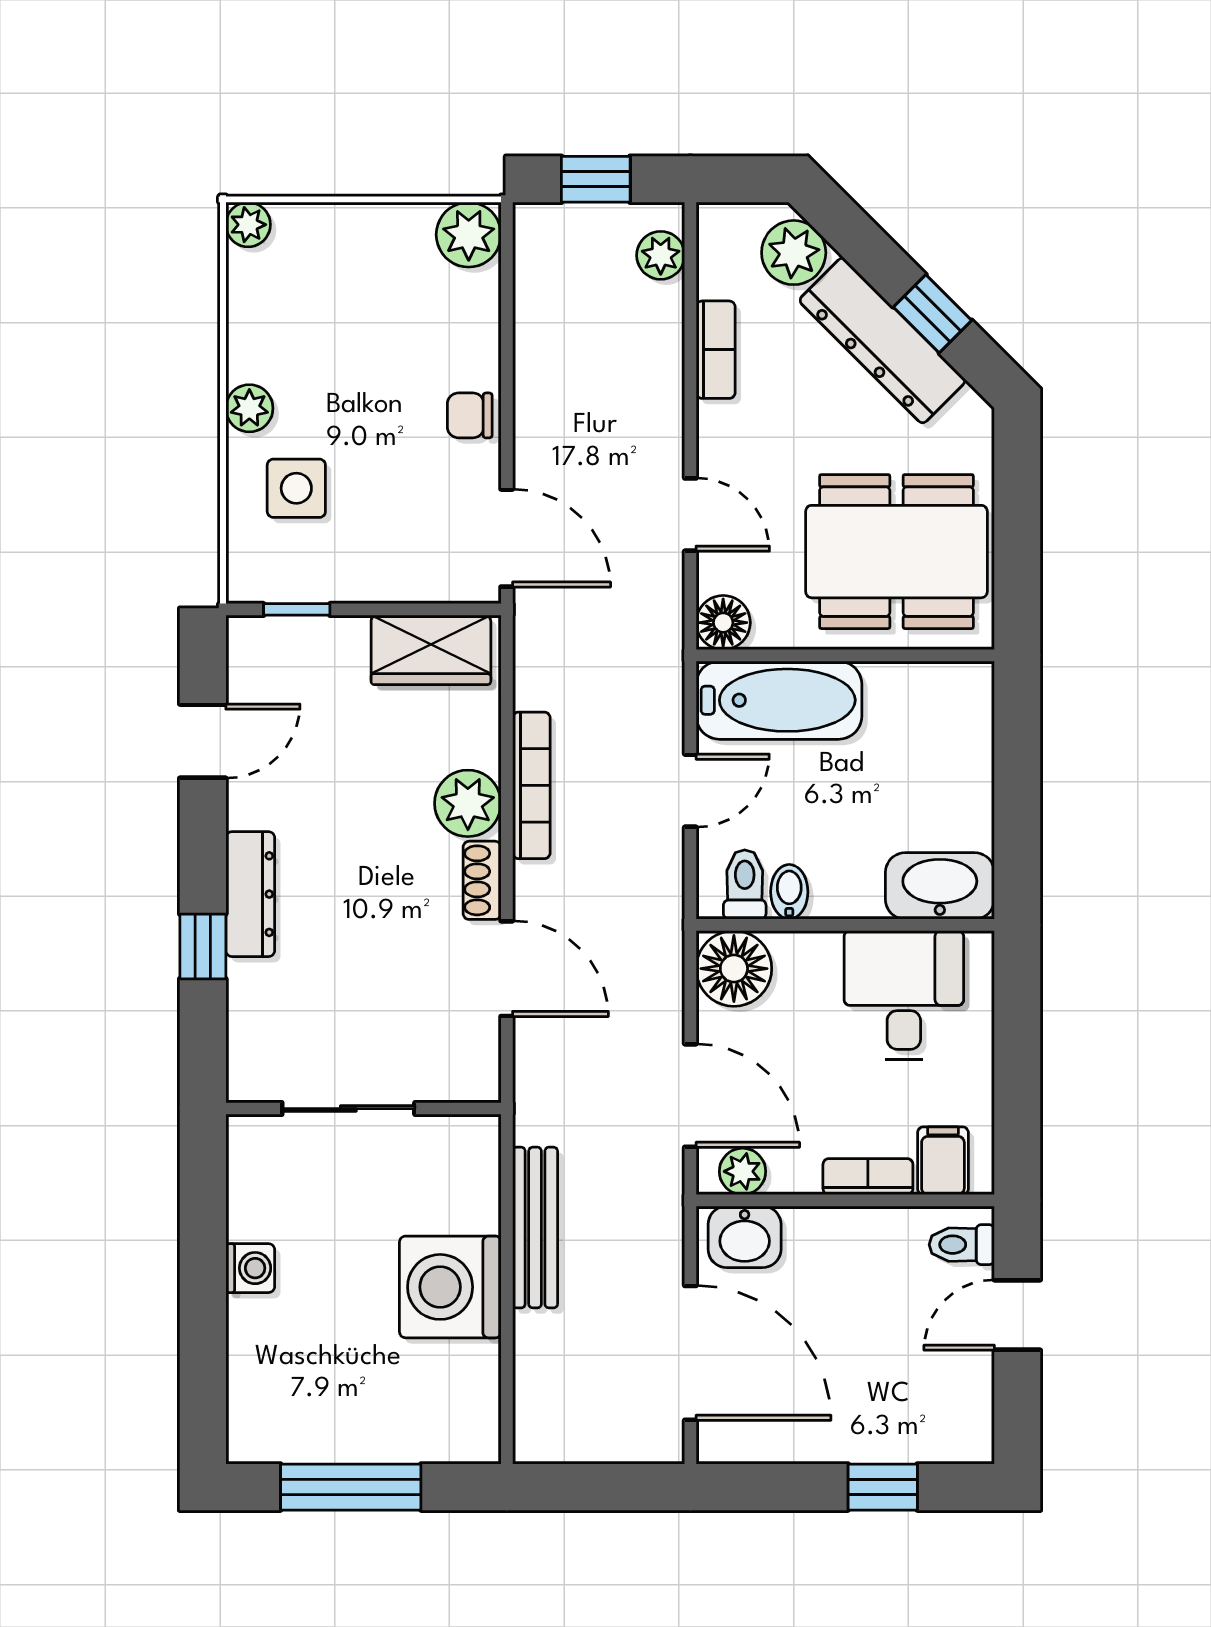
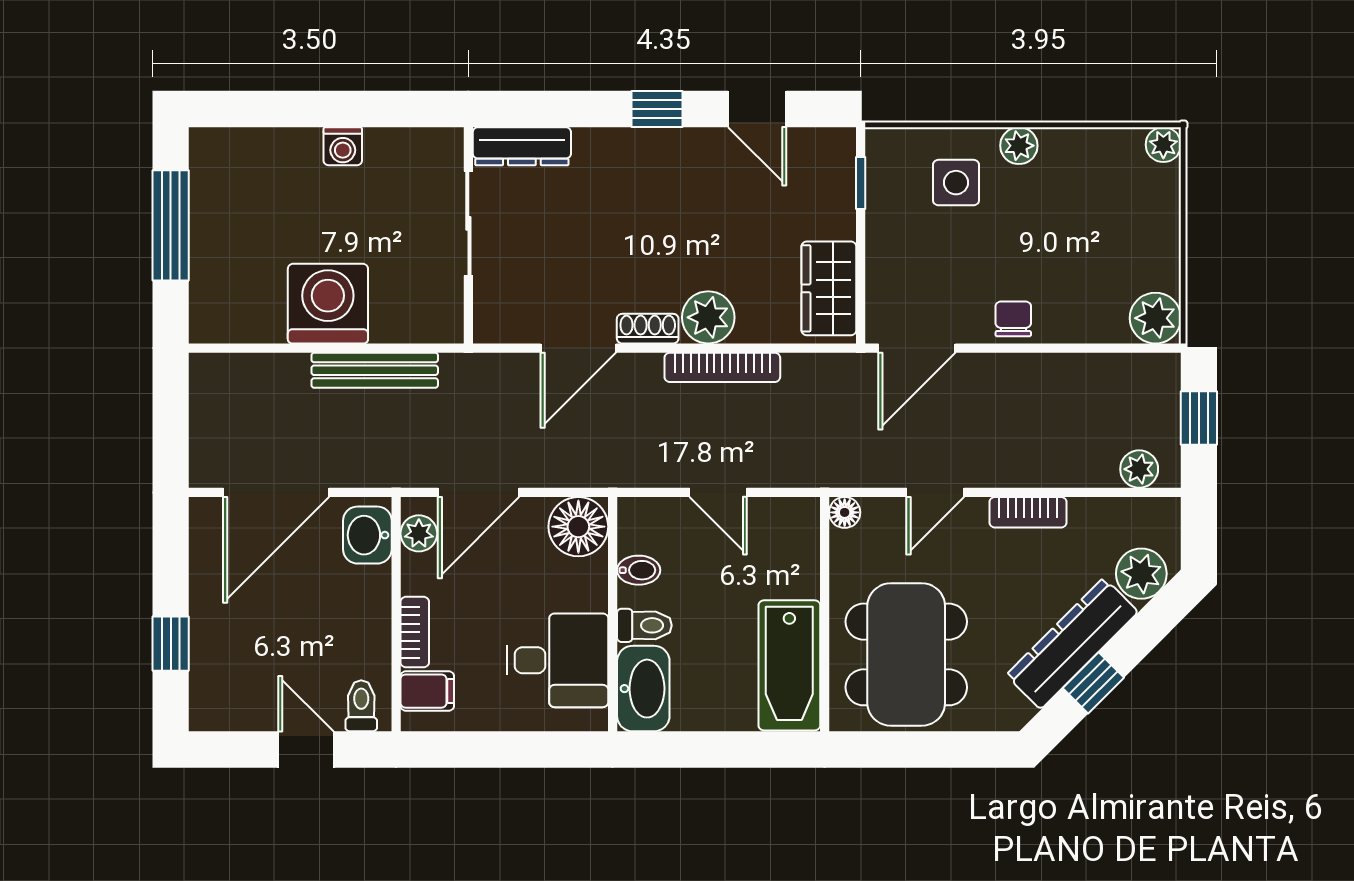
bookcase: (716, 350) -> (1028, 512), moved
floor lamp: (723, 623) -> (845, 512), width x0.73, depth x0.73
bathtub: (779, 700) -> (789, 665), moved
toilet: (745, 884) -> (644, 625), moved
dresser: (250, 894) -> (522, 146), moved
window: (203, 946) -> (657, 109), moved

